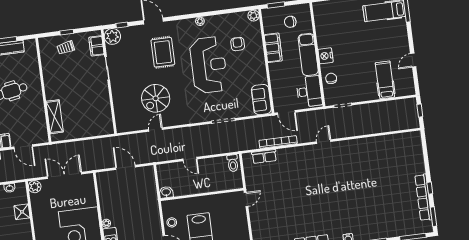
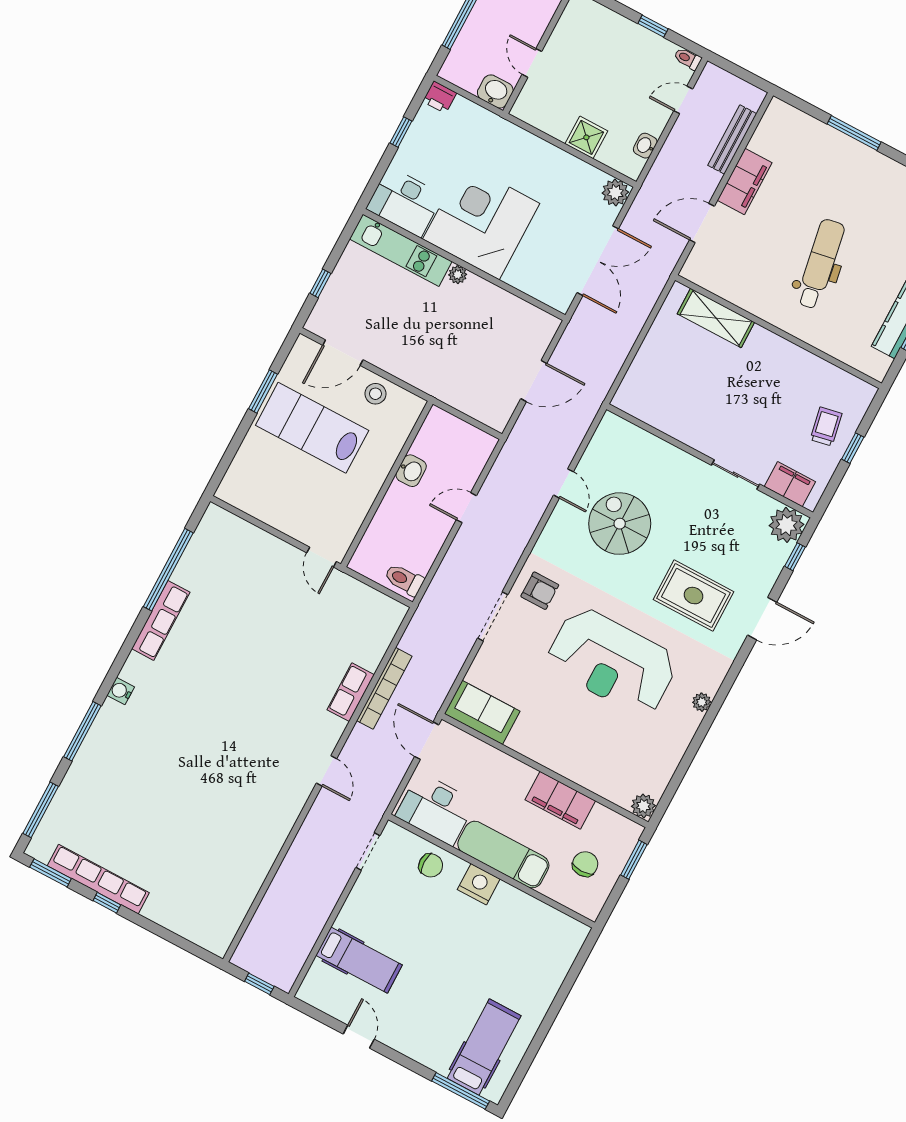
armchair: (238, 44) -> (540, 591), moved
door: (286, 113) -> (427, 741), hinge flipped
row of seats: (264, 156) -> (351, 692), moved
washbasin: (166, 192) -> (411, 471), moved

